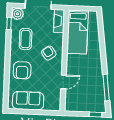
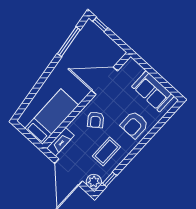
armchair: (22, 70) -> (134, 125), turned 180
door: (64, 82) -> (105, 81), width x1.87

